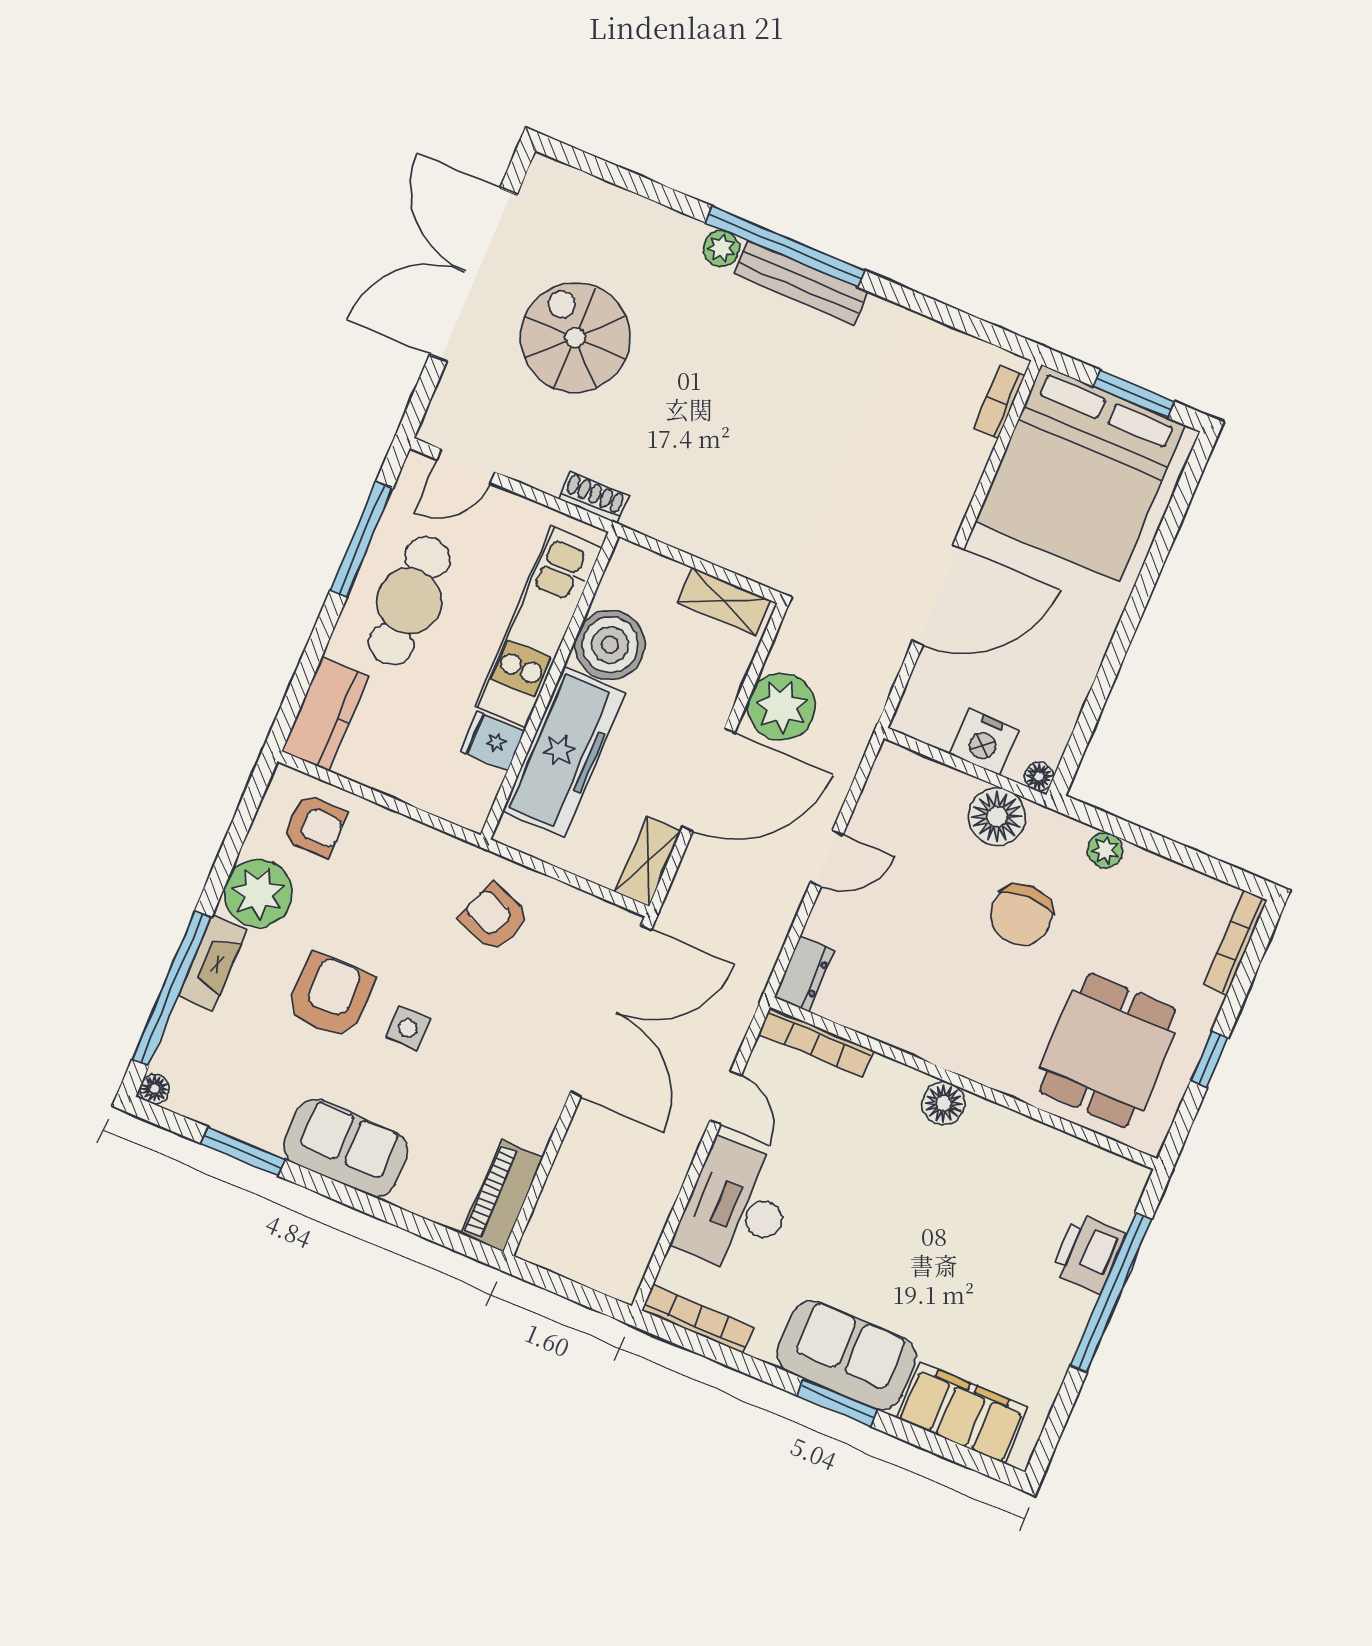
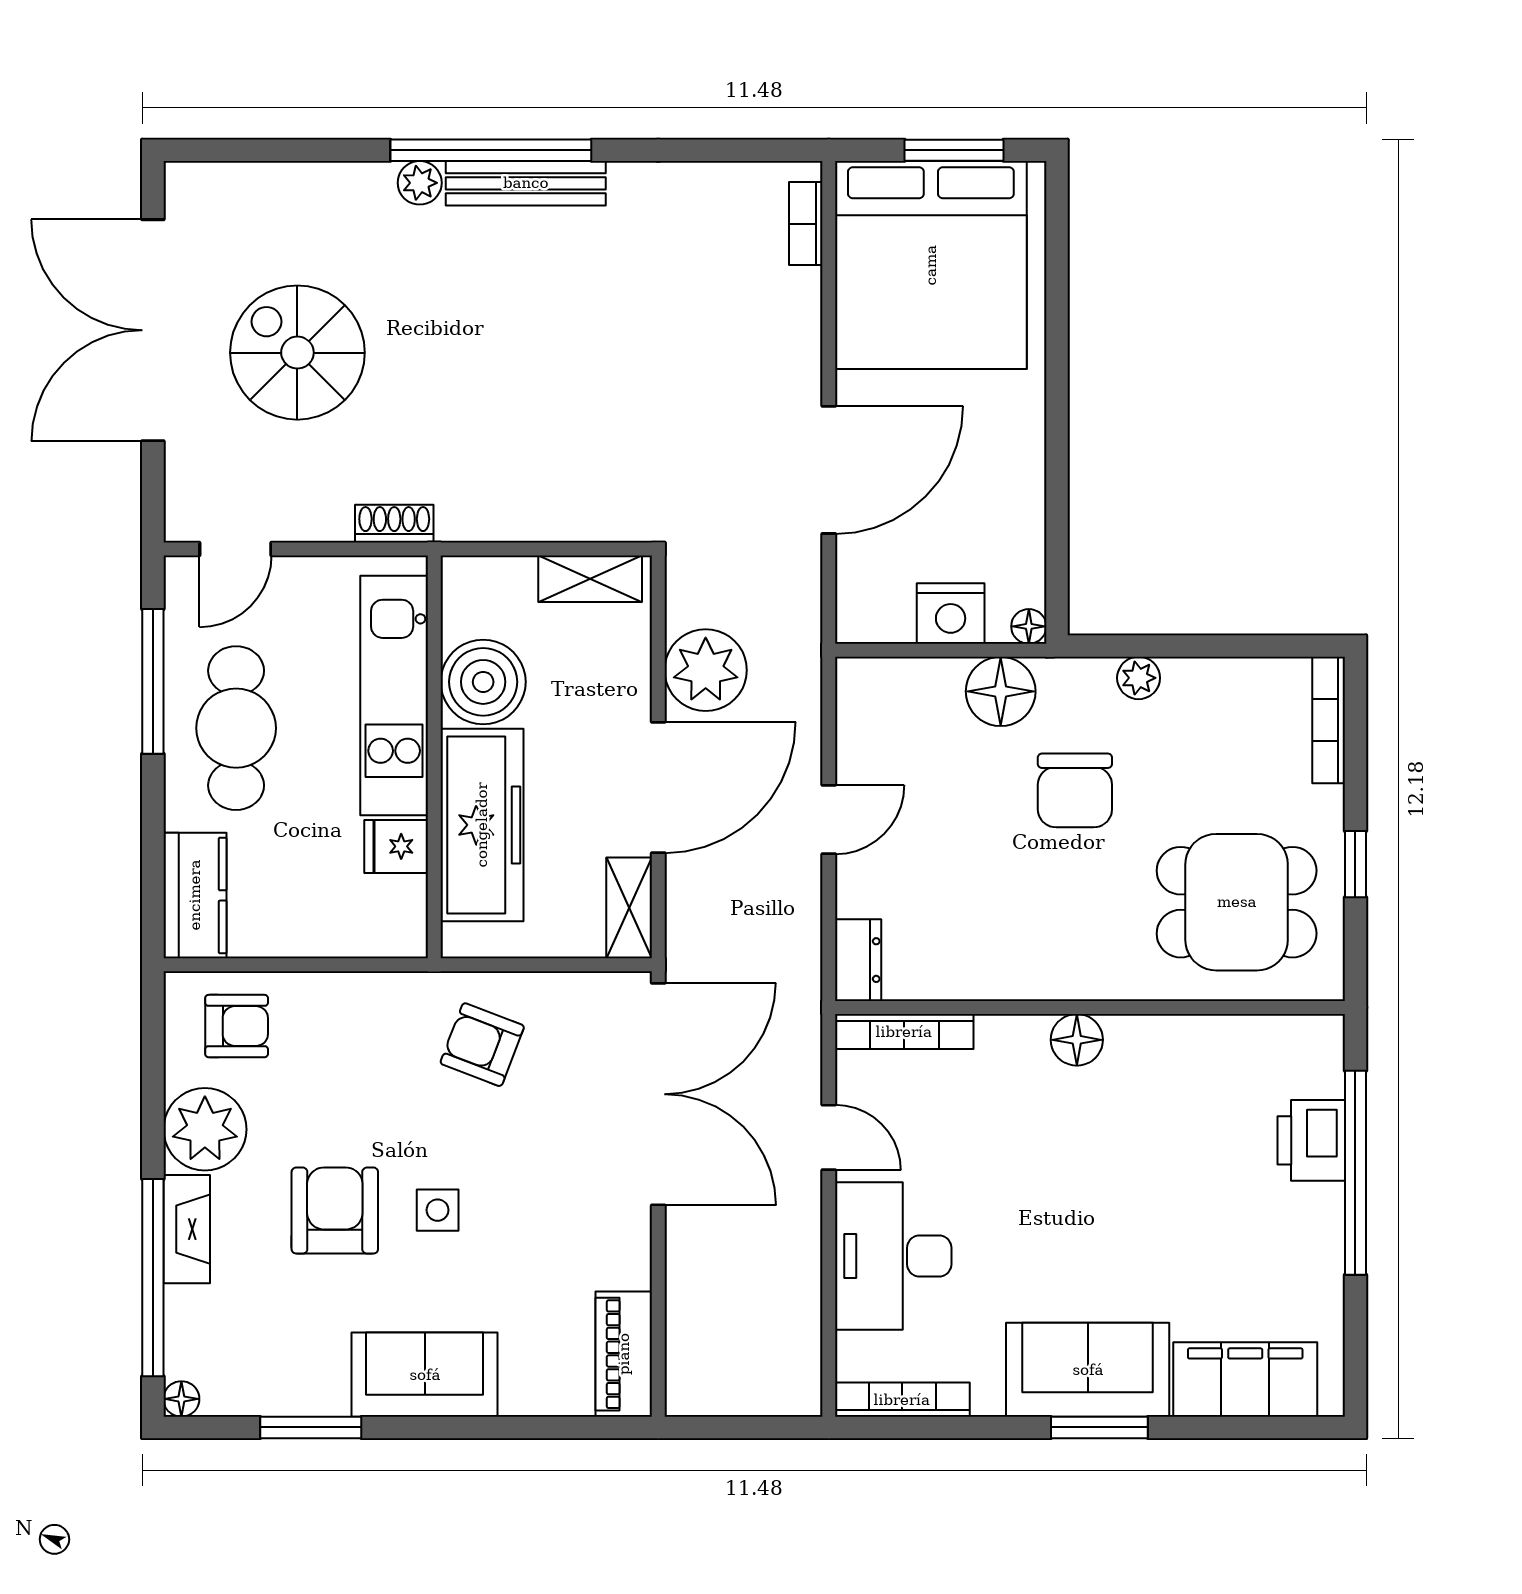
dining table: (1108, 1050) -> (1237, 902), turned 90

